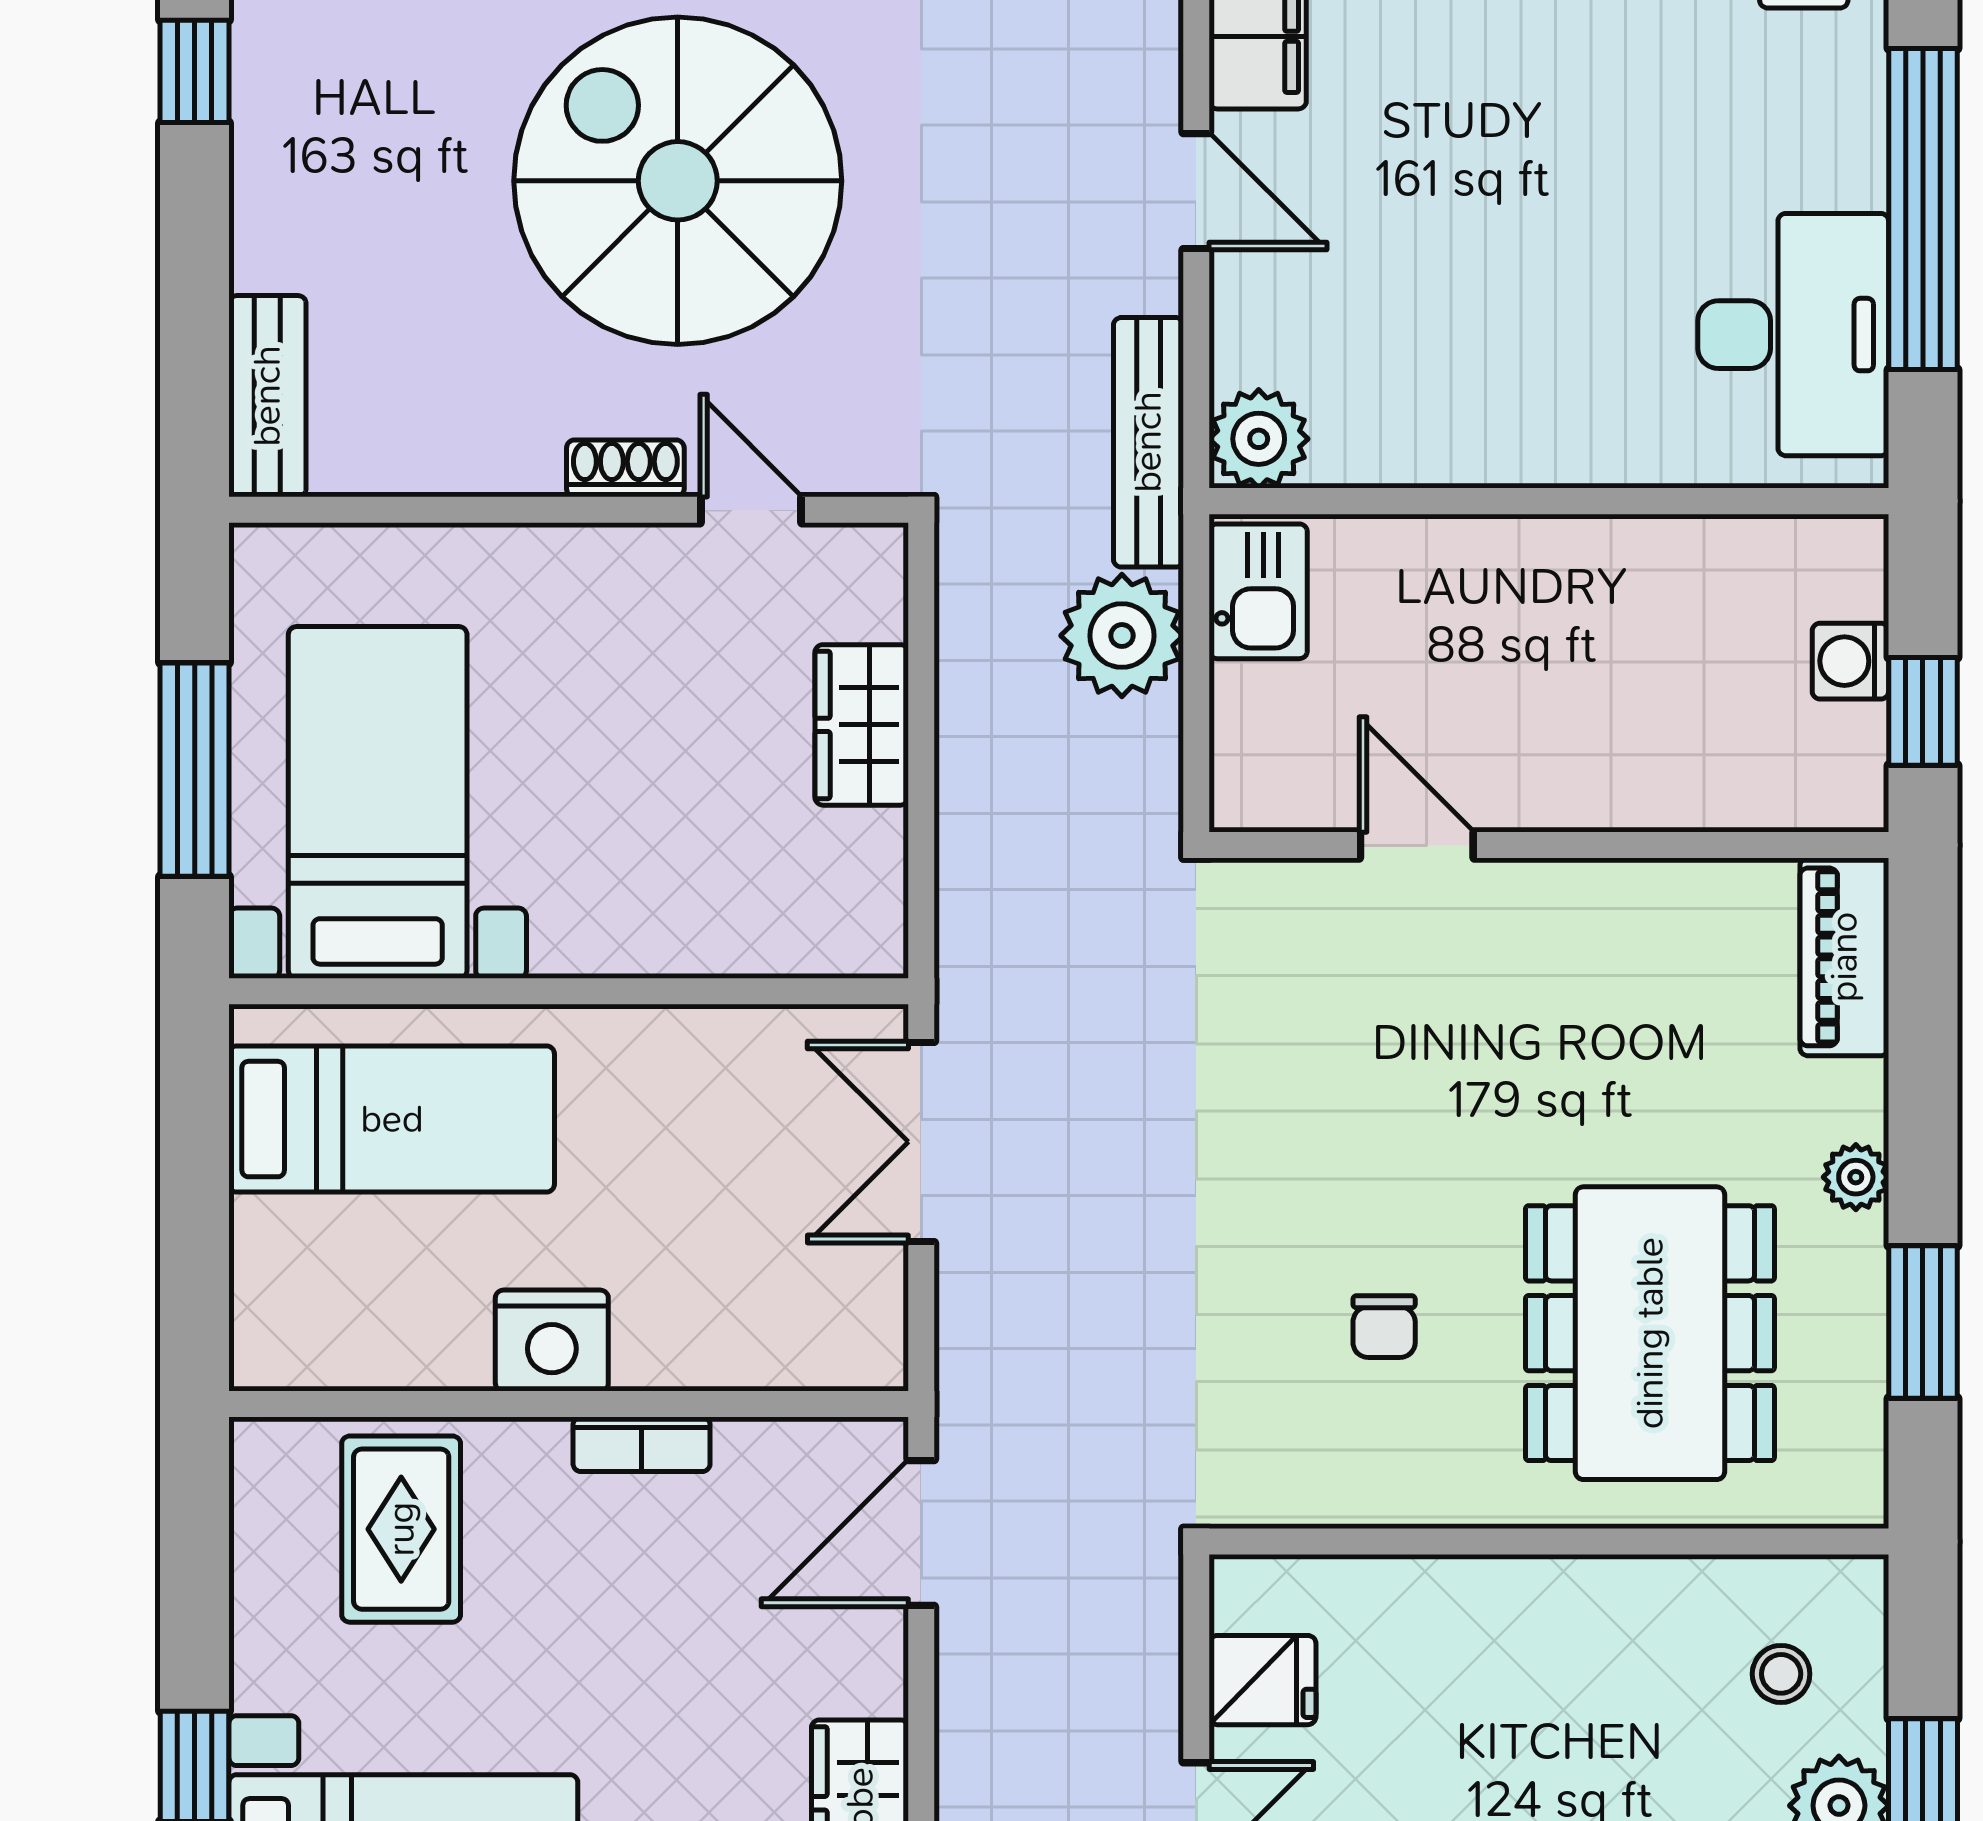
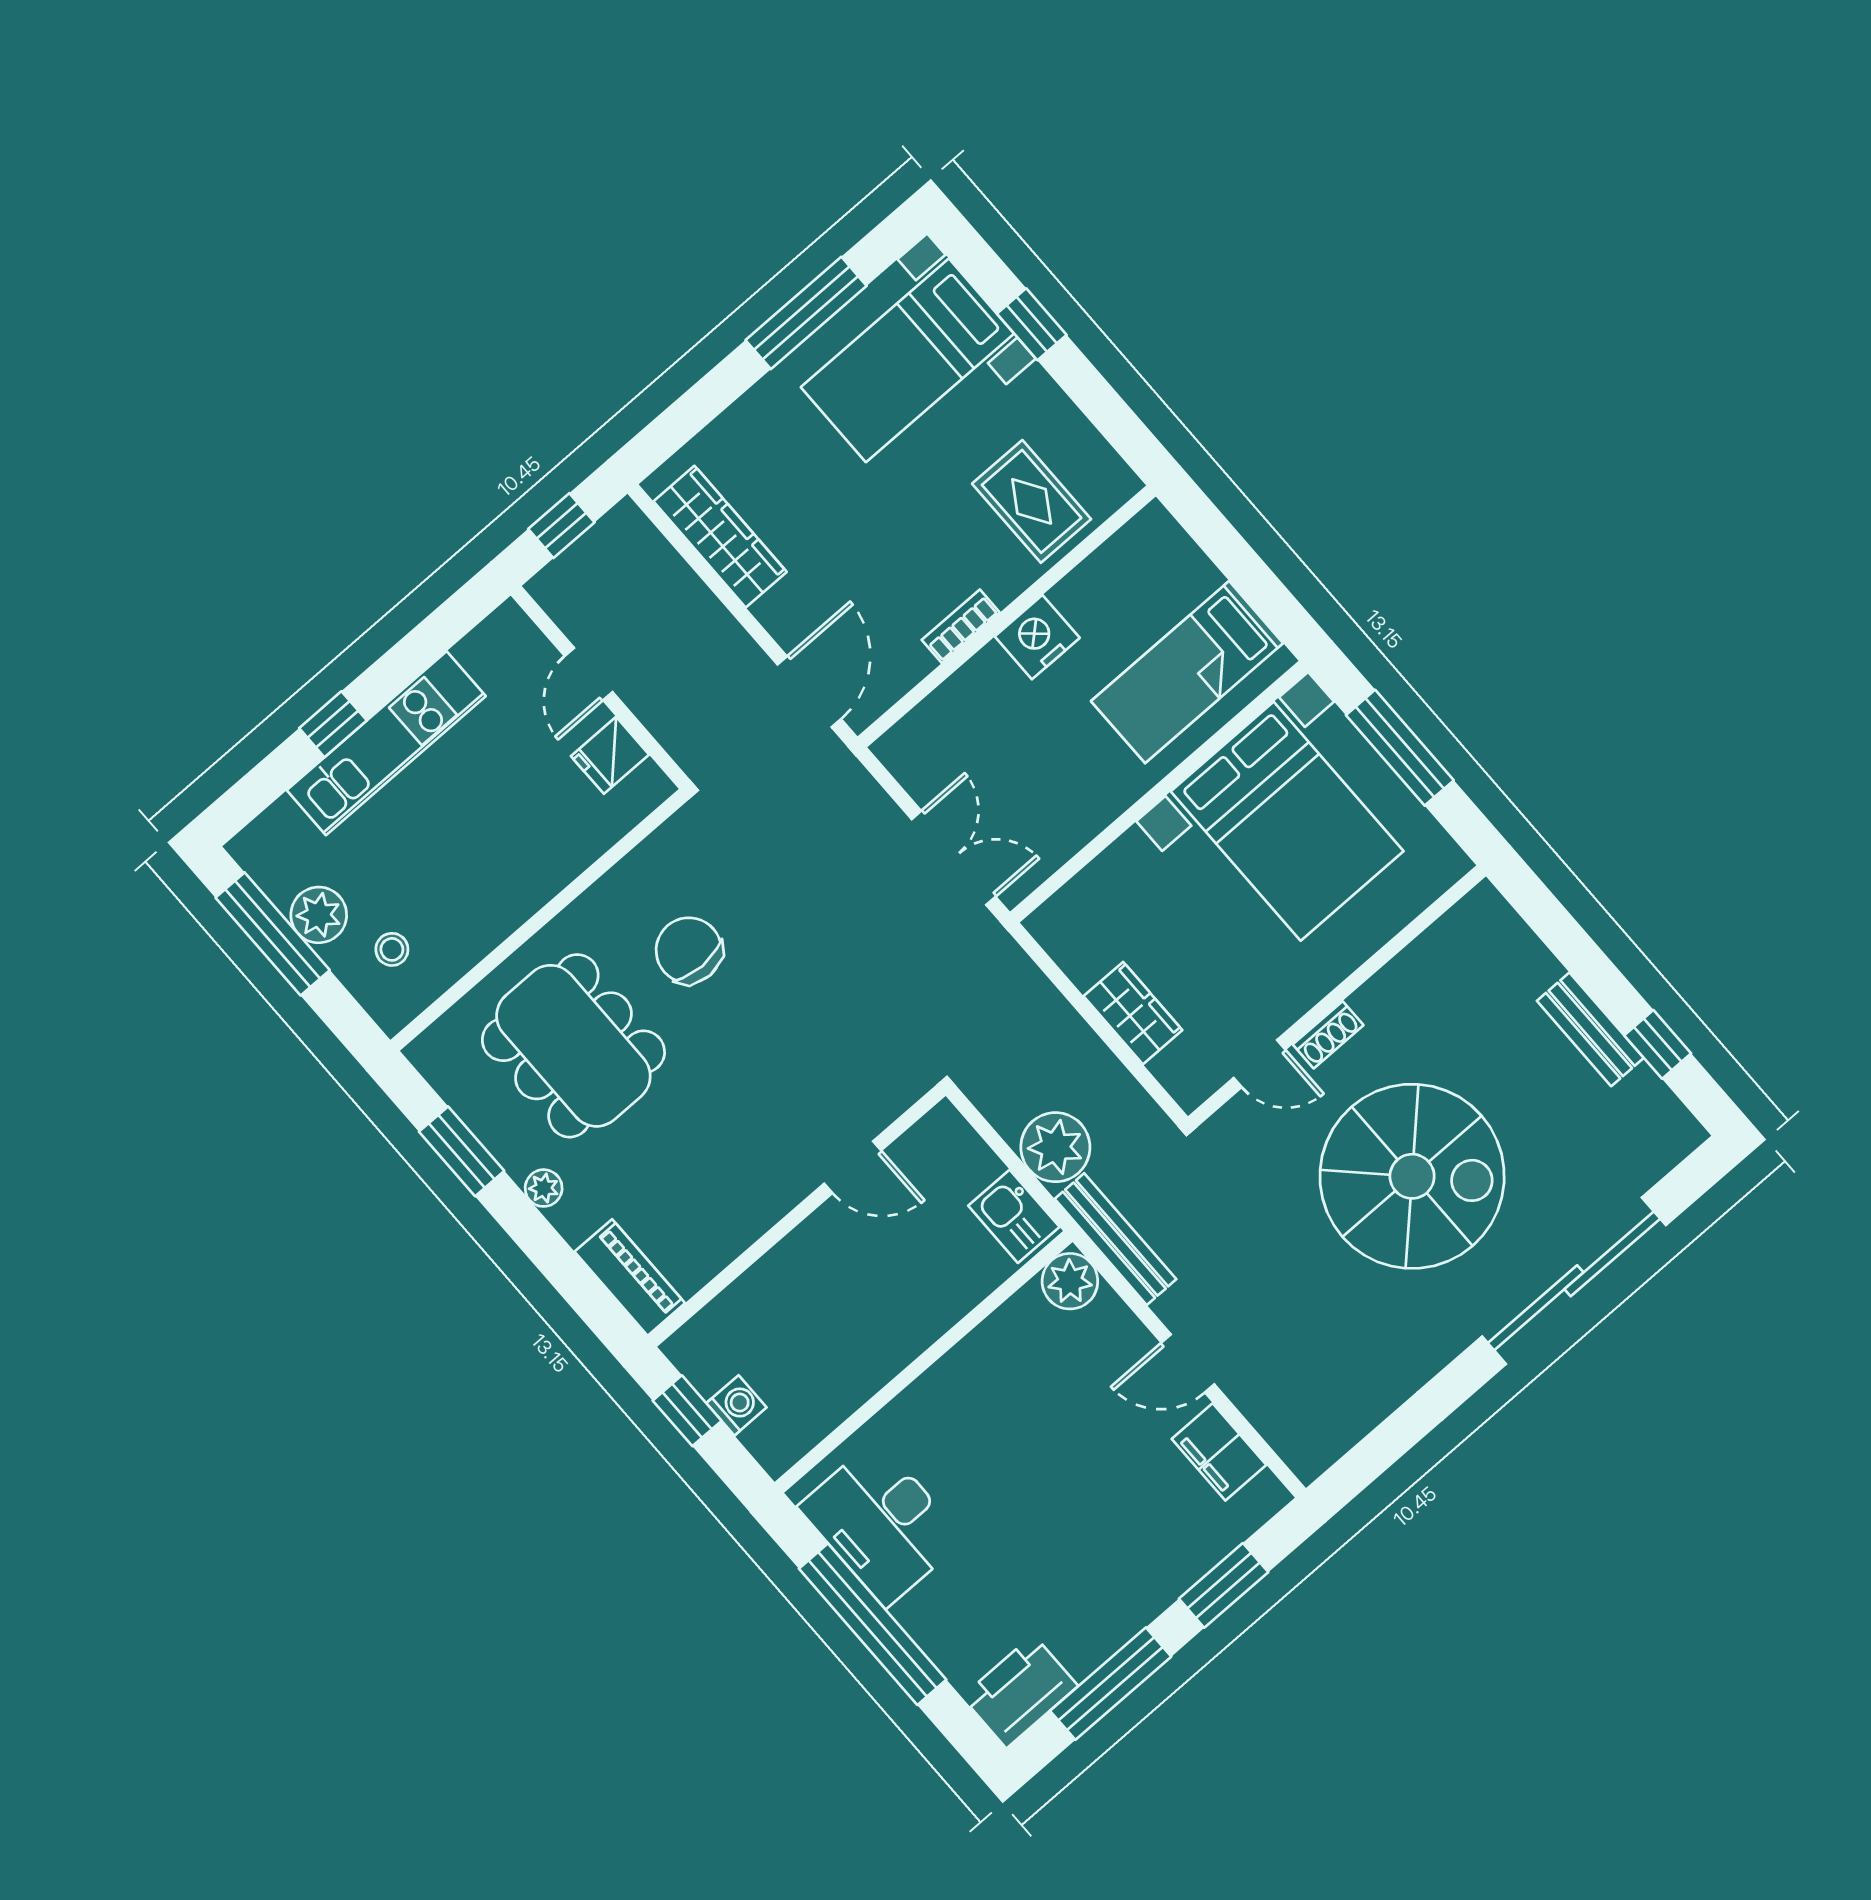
bench: (267, 396) -> (1590, 1029), moved
bed with nightstands: (378, 802) -> (1287, 821), width x1.36
chair: (1384, 1327) -> (689, 950), width x1.87, depth x1.87

